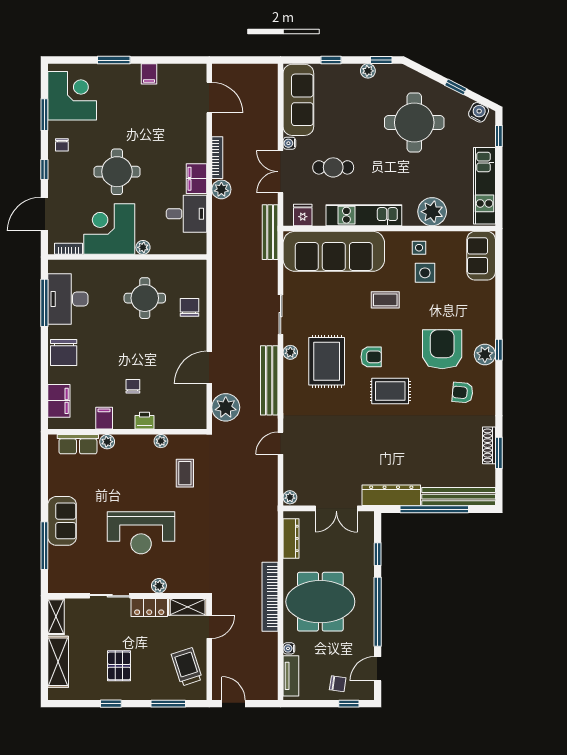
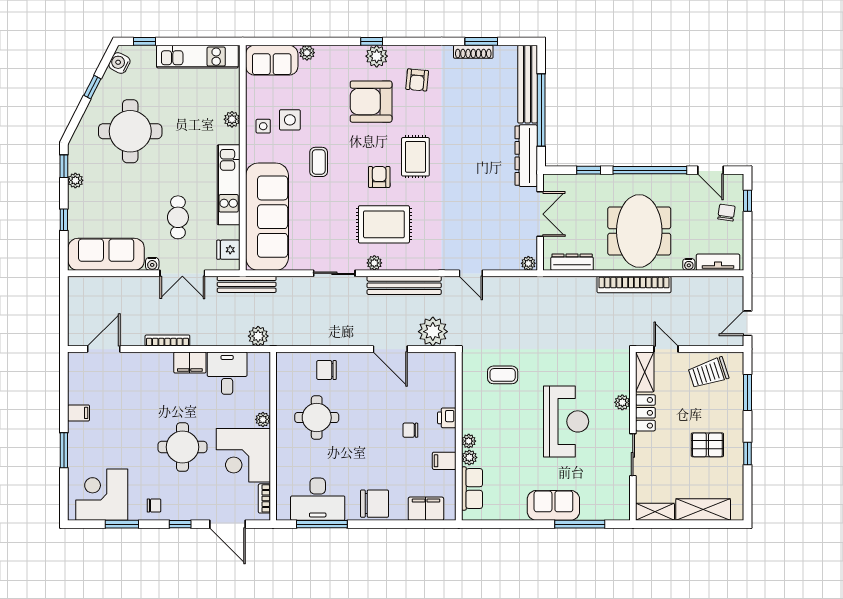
plant: (221, 189) -> (258, 336), moved
plant: (432, 212) -> (232, 119), width x0.53, depth x0.53
plant: (488, 289) -> (307, 53), added
plant: (161, 441) -> (469, 441), moved

